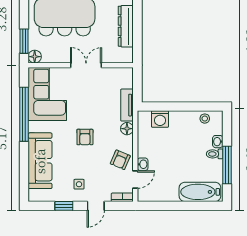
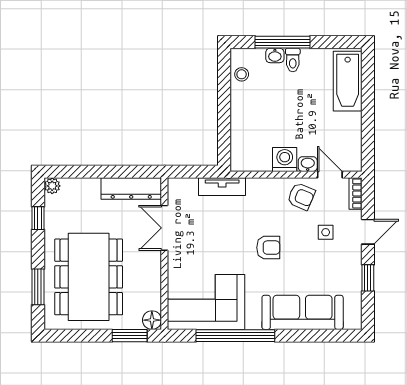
dresser: (126, 26) -> (131, 188), moved
double door: (86, 65) -> (164, 228), moved
washing machine: (160, 119) -> (285, 160), moved, turned -90
floor lamp: (127, 129) -> (256, 187), removed
window: (227, 165) -> (282, 42), moved
side table: (79, 184) -> (326, 232), moved
door: (96, 206) -> (368, 232), hinge flipped

